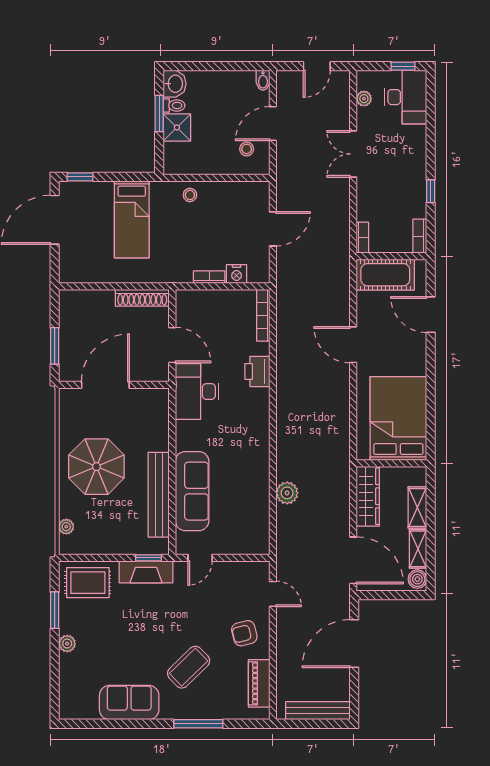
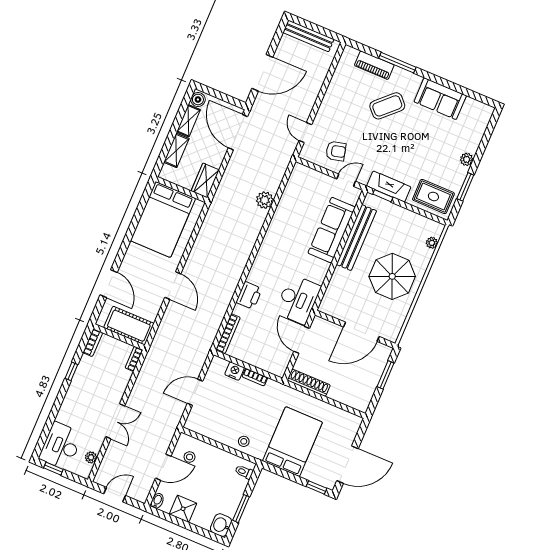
toilet: (174, 106) -> (244, 472), moved
shower: (177, 127) -> (183, 509), moved
bed: (132, 219) -> (293, 442), width x1.50
wardrobe: (368, 496) -> (205, 180), width x0.67
armchair: (244, 633) -> (336, 151), moved
piano: (259, 683) -> (374, 65), moved, turned 90

